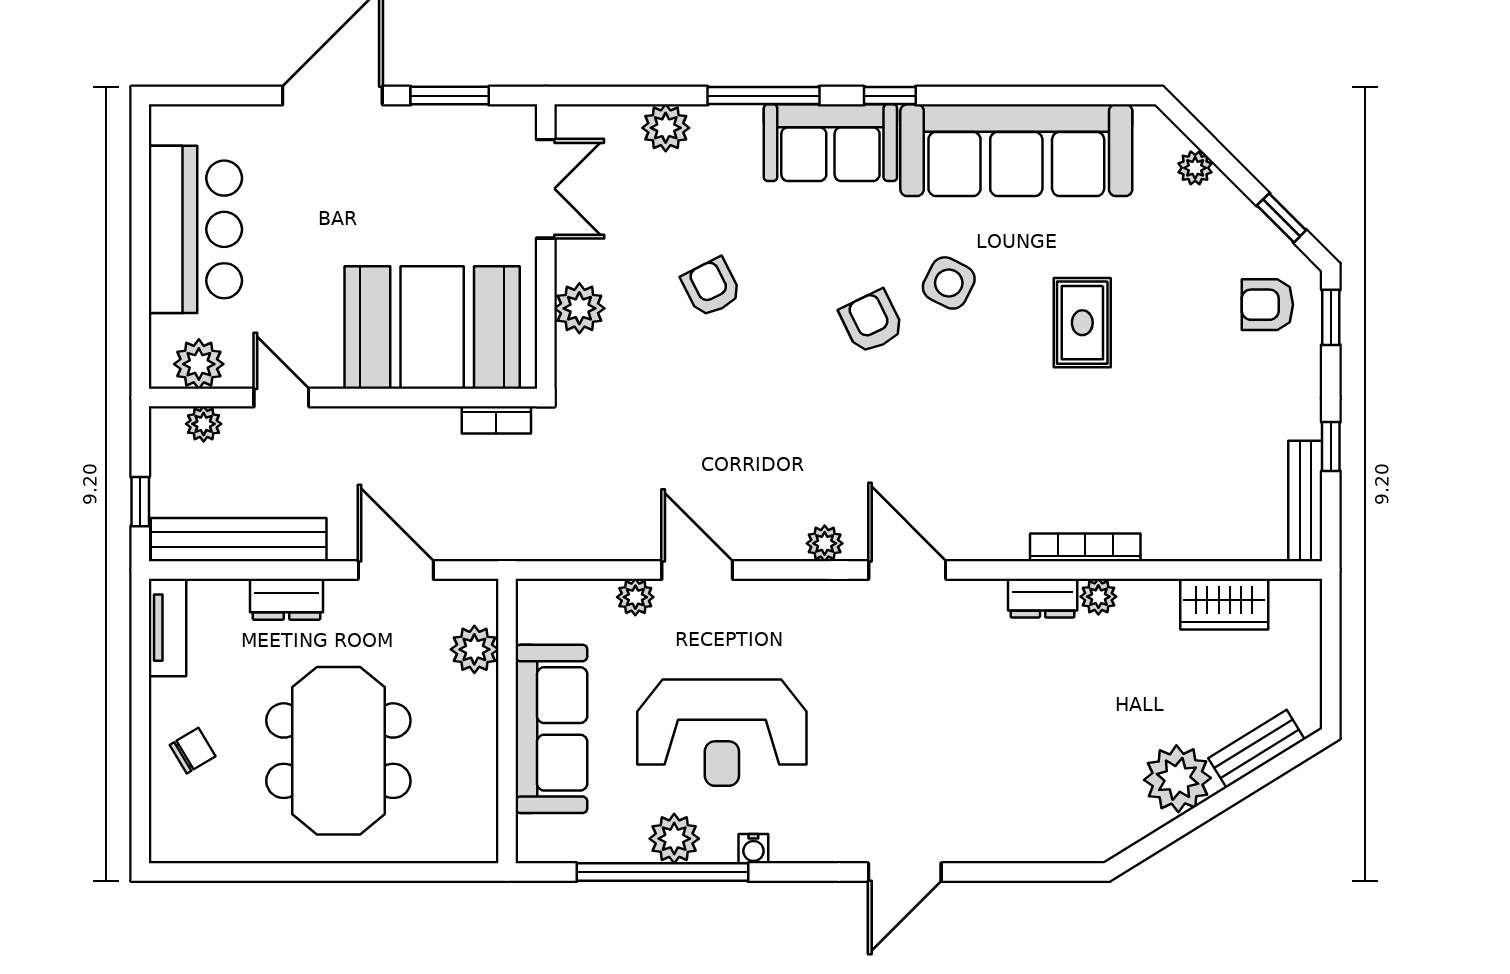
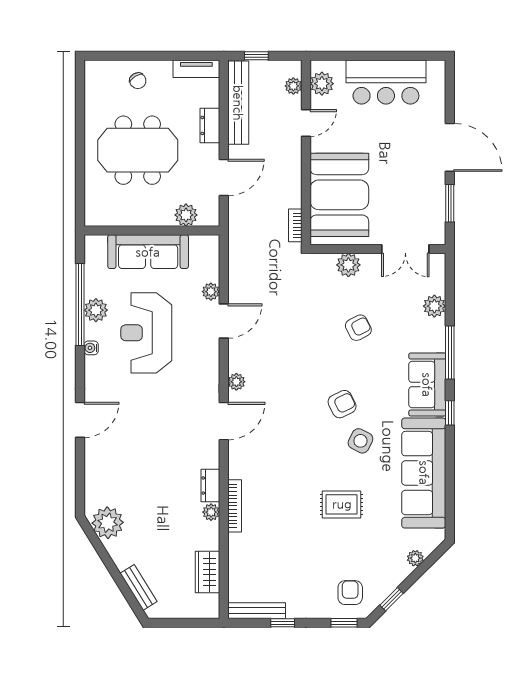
plant: (1177, 779) -> (108, 523), moved
door: (905, 872) -> (80, 420), swing flipped

